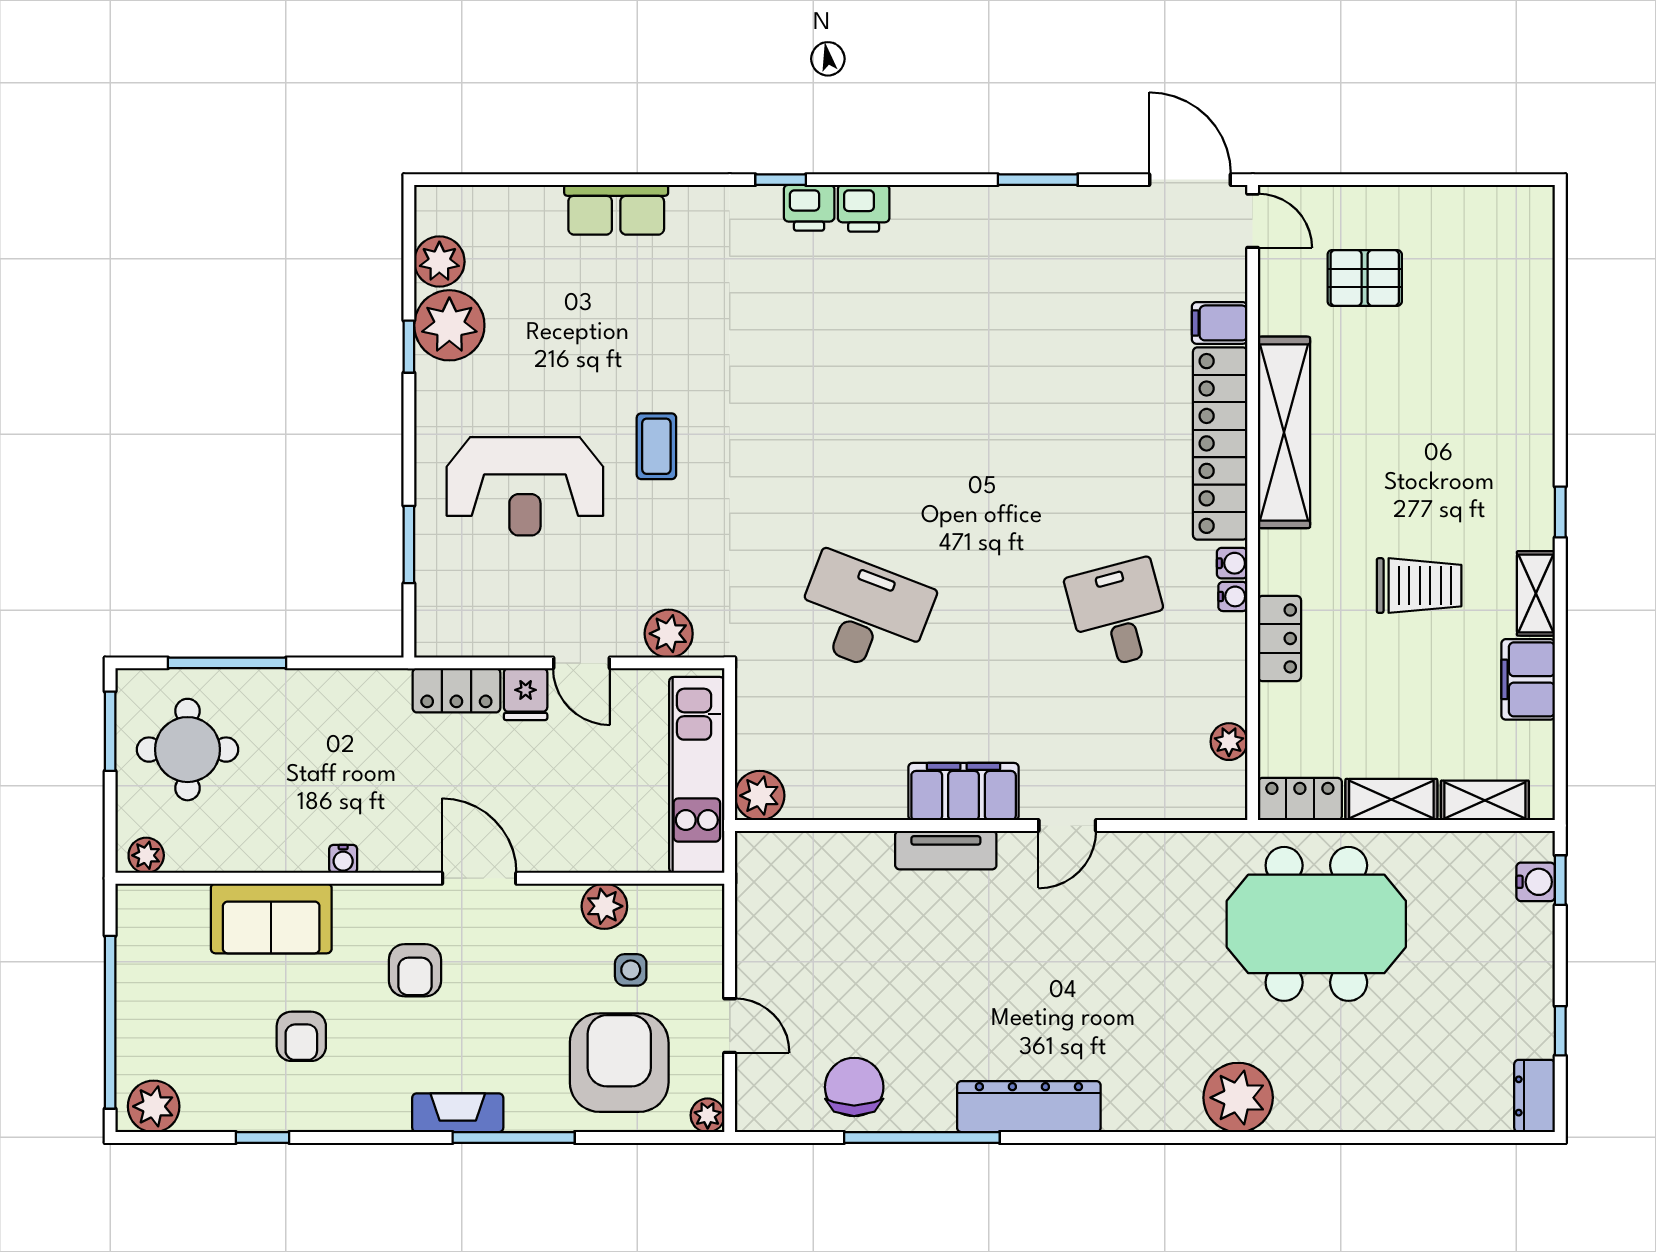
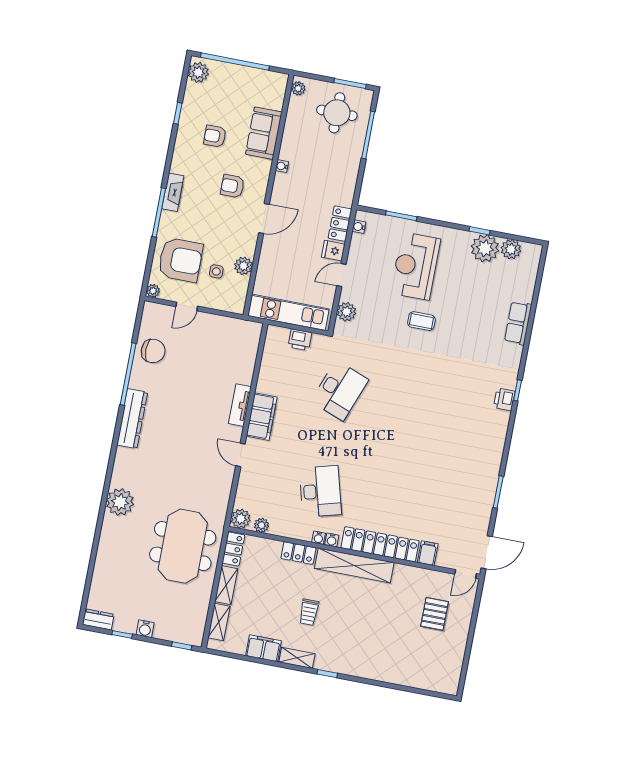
printer: (864, 208) -> (300, 340), moved, turned -90
shelving: (1284, 432) -> (354, 566), moved
trolley: (1419, 586) -> (309, 612), width x0.73, depth x0.72
desk: (1119, 614) -> (320, 491), width x1.37
water cooler: (455, 643) -> (359, 227), added
plant: (760, 796) -> (241, 519), moved
water cooler: (1536, 882) -> (145, 629), moved

